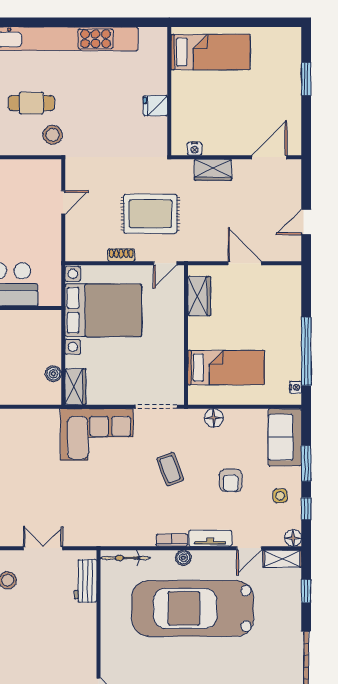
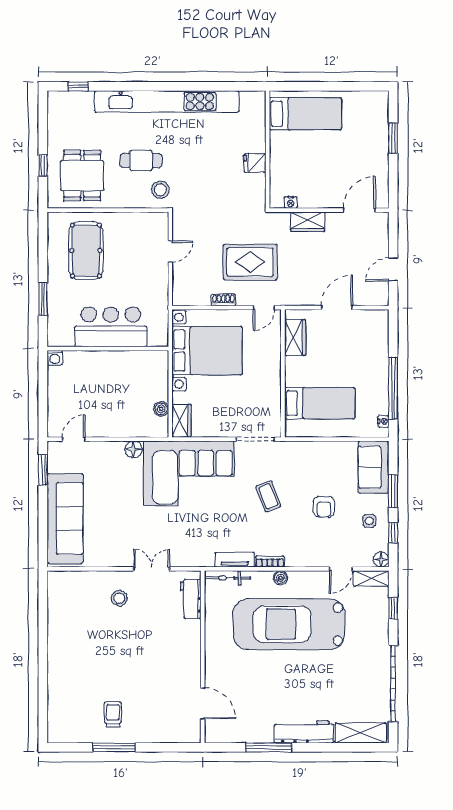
door: (245, 263) -> (337, 308), hinge flipped
floor lamp: (214, 418) -> (134, 449), moved
corner sofa: (97, 434) -> (189, 473), width x1.36, depth x1.36
tv unit: (210, 538) -> (235, 560), moved

